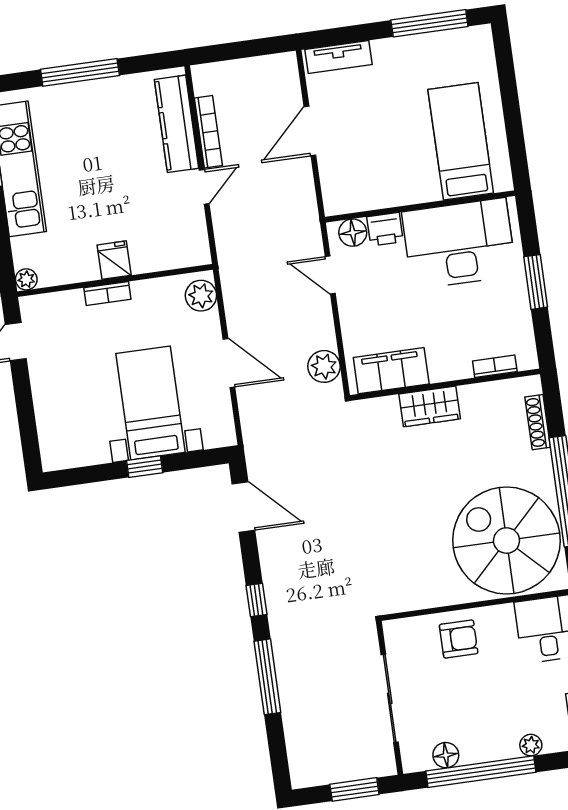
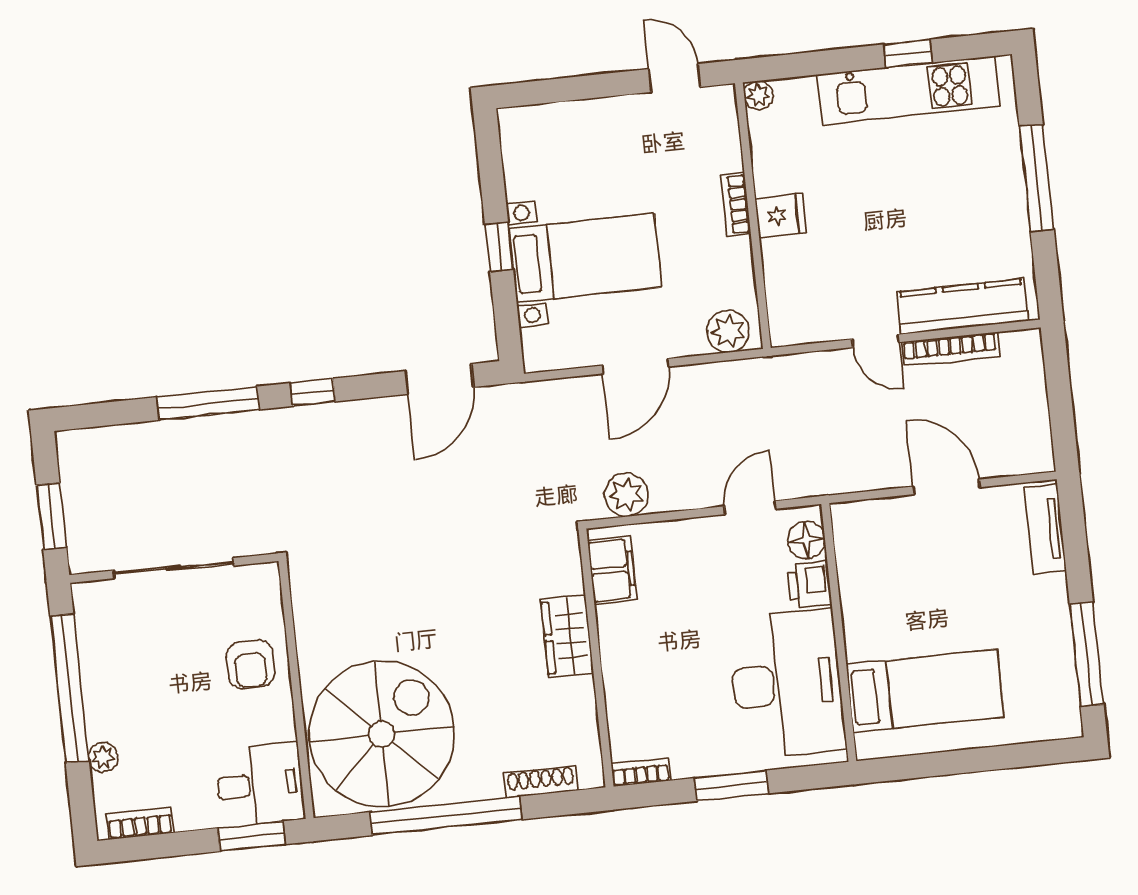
bookcase: (495, 366) -> (641, 772), moved, turned -90
filing cabinet: (391, 371) -> (612, 570), width x0.67, depth x0.86
floor lamp: (446, 755) -> (94, 642), removed

